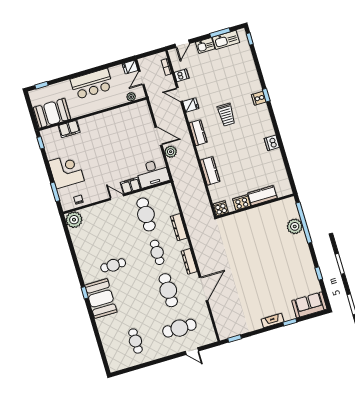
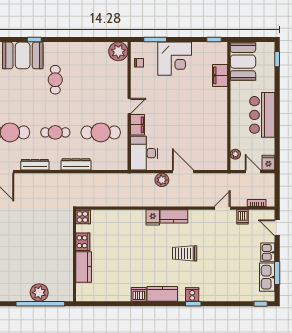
fridge: (191, 105) -> (153, 217), moved
door: (159, 136) -> (183, 172), swing flipped
kitchen counter: (210, 171) -> (162, 294), moved, turned 180

